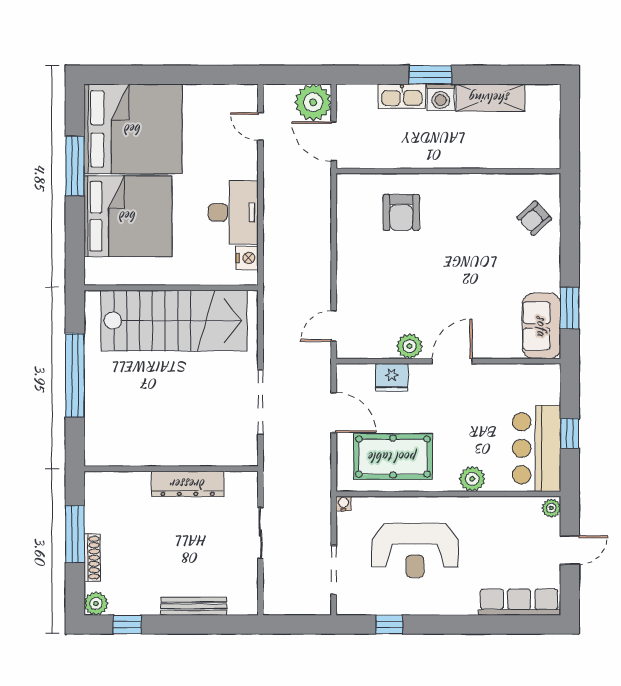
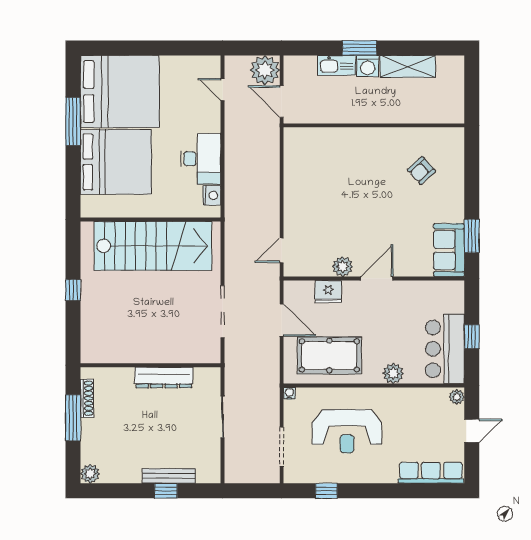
armchair: (401, 212) -> (336, 159), removed
armchair: (534, 218) -> (421, 170), moved
window: (75, 375) -> (73, 290), width x0.32
shoe rack: (92, 558) -> (87, 398), moved
window: (127, 625) -> (166, 491), moved

